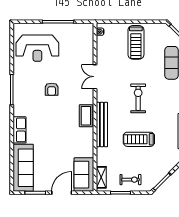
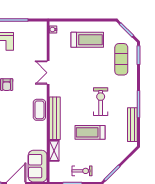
treadmill: (136, 42) -> (87, 40), turned -90
exercise bike: (138, 98) -> (101, 102), moved
shelving: (101, 177) -> (54, 151), moved

